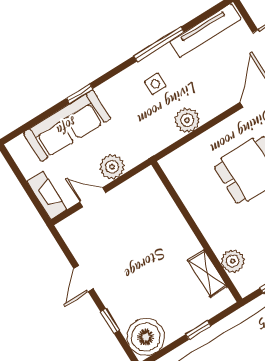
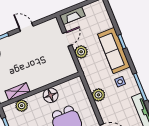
sofa: (67, 126) -> (114, 51), moved
floor lamp: (204, 210) -> (51, 95), added

